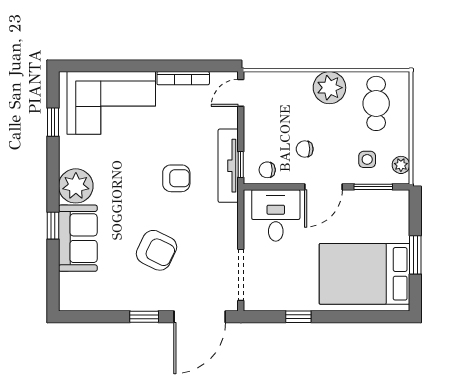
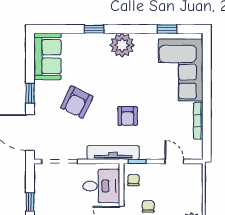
door: (241, 93) -> (174, 161), moved
tv unit: (228, 166) -> (113, 153), moved
sofa: (78, 238) -> (47, 56), moved, turned -90

